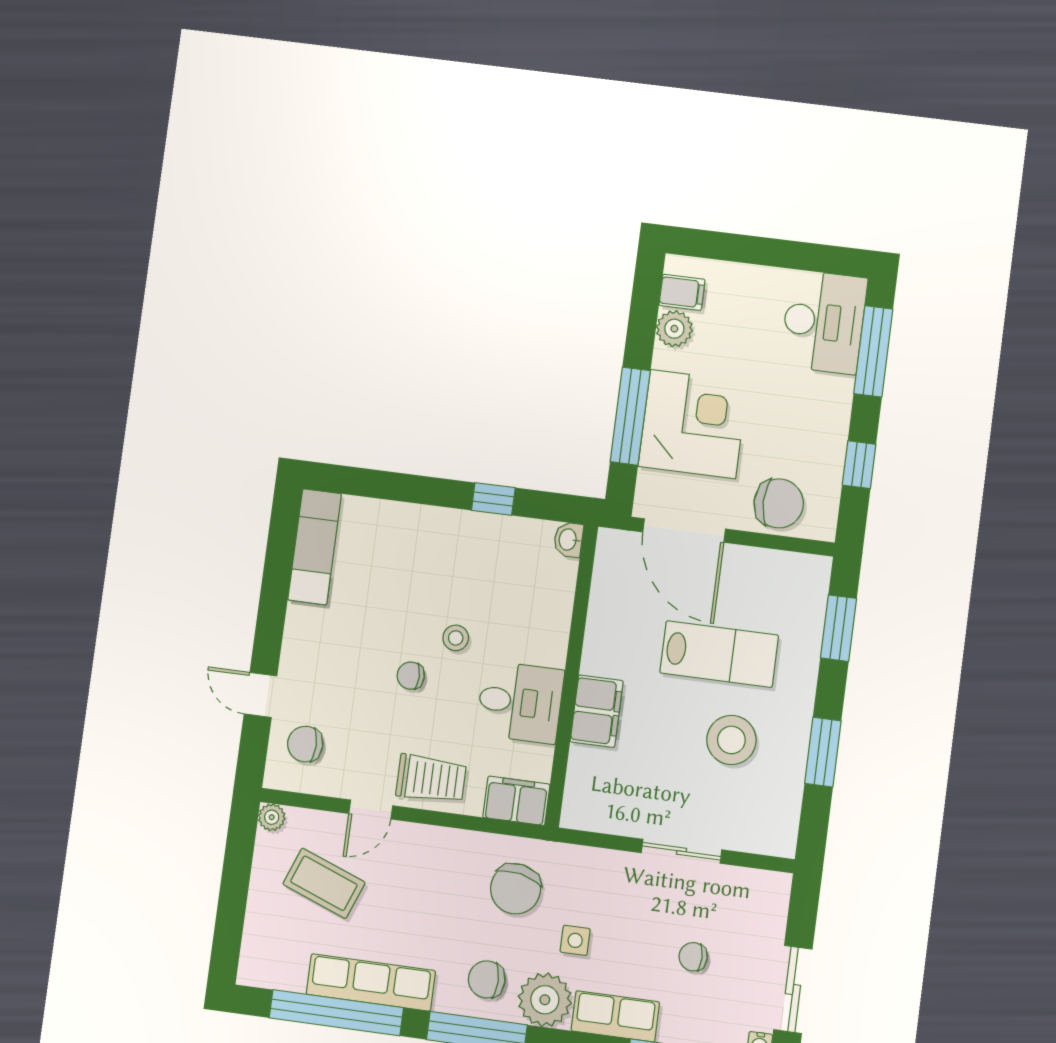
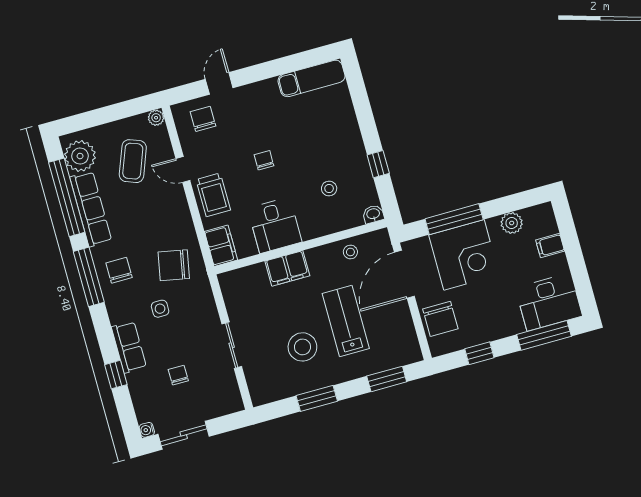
filing cabinet: (682, 292) -> (550, 246), moved, turned 90
stool: (613, 601) -> (350, 252), added
stool: (456, 638) -> (329, 188), moved
lab bench: (719, 654) -> (346, 321), turned 180
plant: (545, 1000) -> (80, 156), moved

